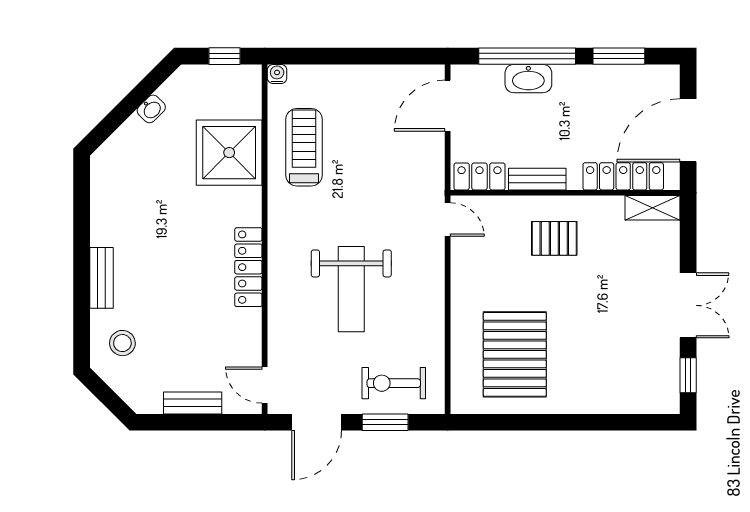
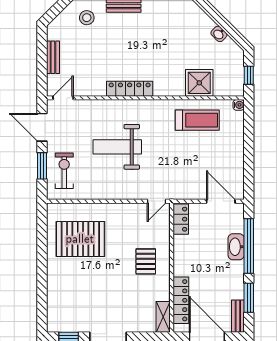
shower: (229, 153) -> (199, 83), width x0.73, depth x0.73
bench: (537, 179) -> (238, 316), moved

